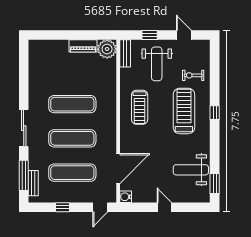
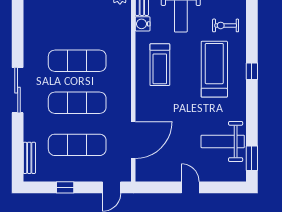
window: (24, 175) -> (18, 148), removed
water cooler: (126, 197) -> (143, 24), moved

